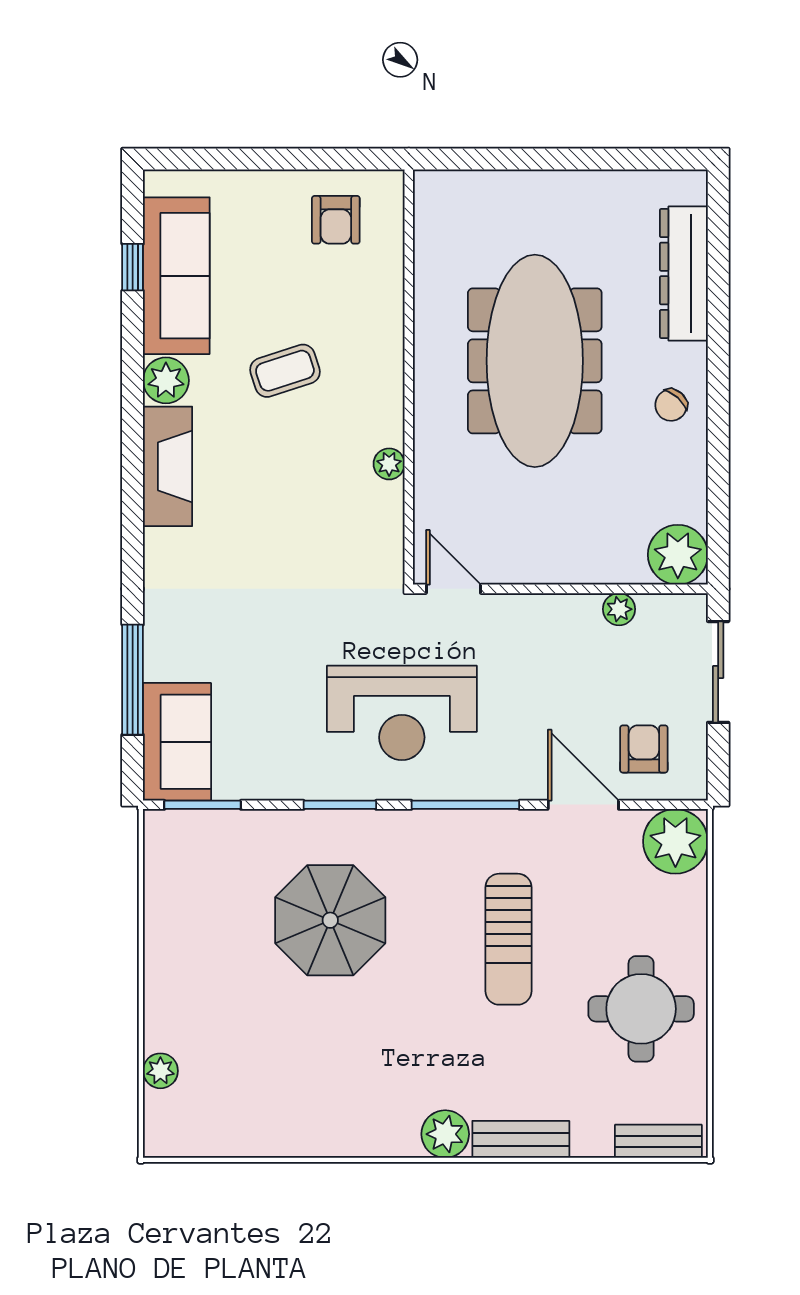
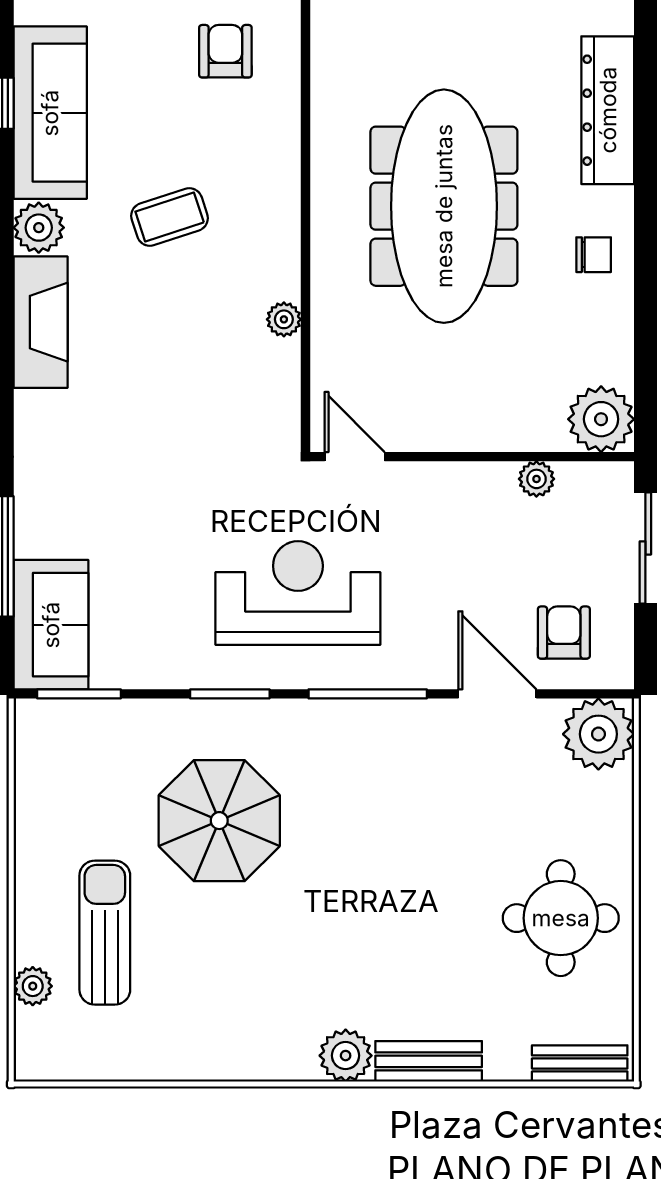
armchair: (336, 220) -> (225, 51), turned 180
chair: (671, 405) -> (594, 255), turned -132
reception desk: (402, 713) -> (298, 593), turned 180
sun lounger: (508, 939) -> (105, 933), moved, turned 180

